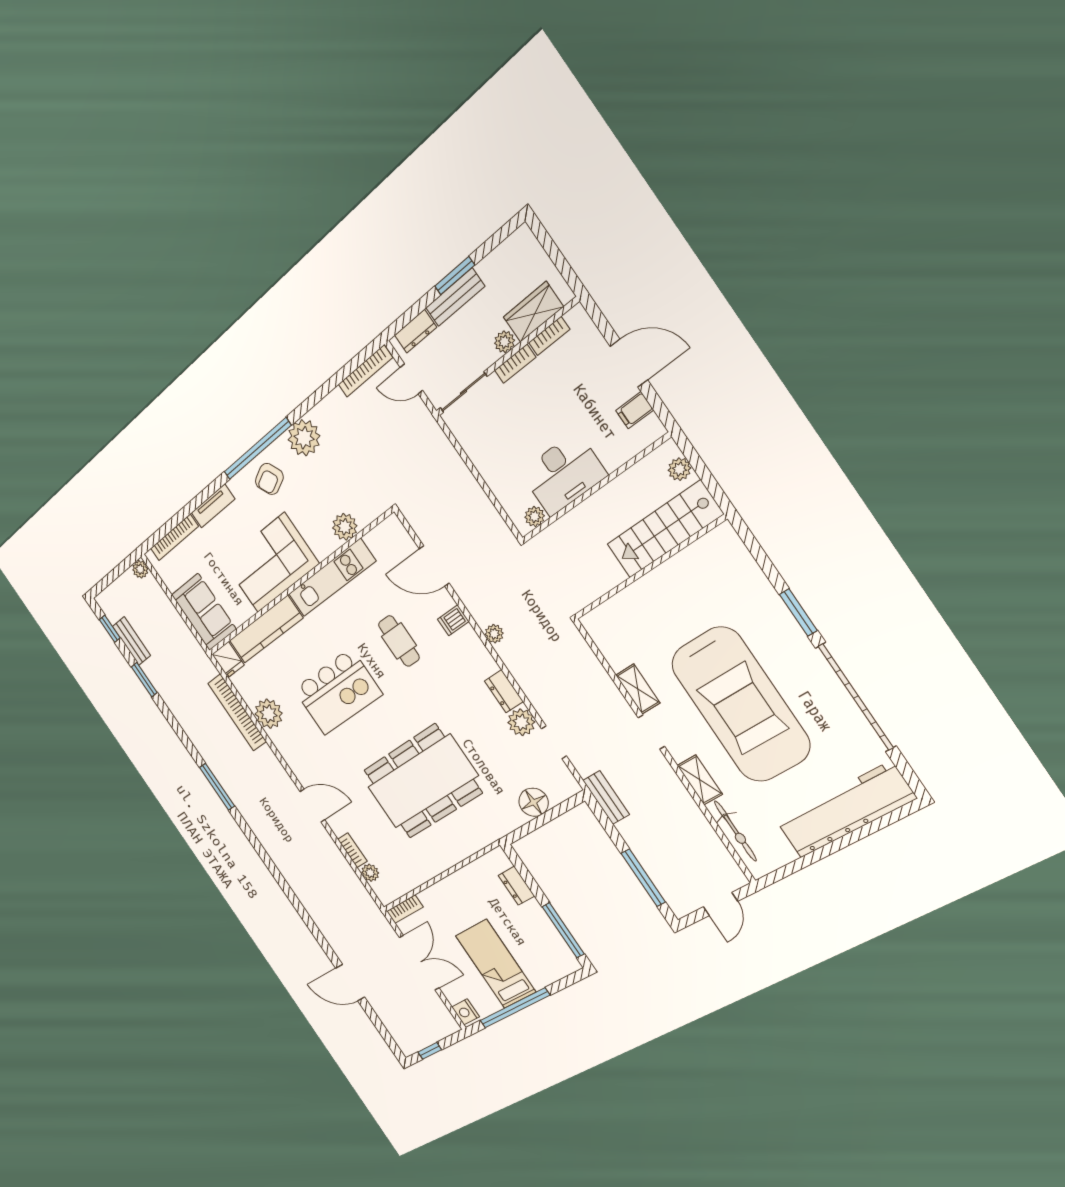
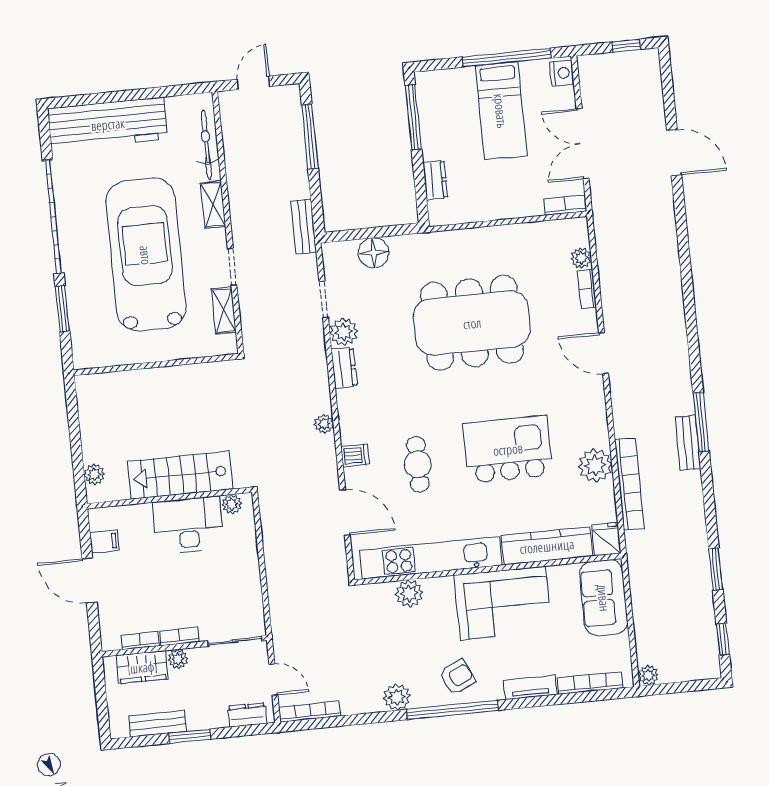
bench: (455, 297) -> (158, 724), moved
plant: (304, 438) -> (397, 697), width x0.73, depth x0.73
stairs: (665, 529) -> (180, 475), moved, turned 180
wall: (649, 568) -> (156, 365), moved
kitchen unit: (332, 578) -> (431, 558), width x1.36
bench: (131, 641) -> (688, 443), moved

